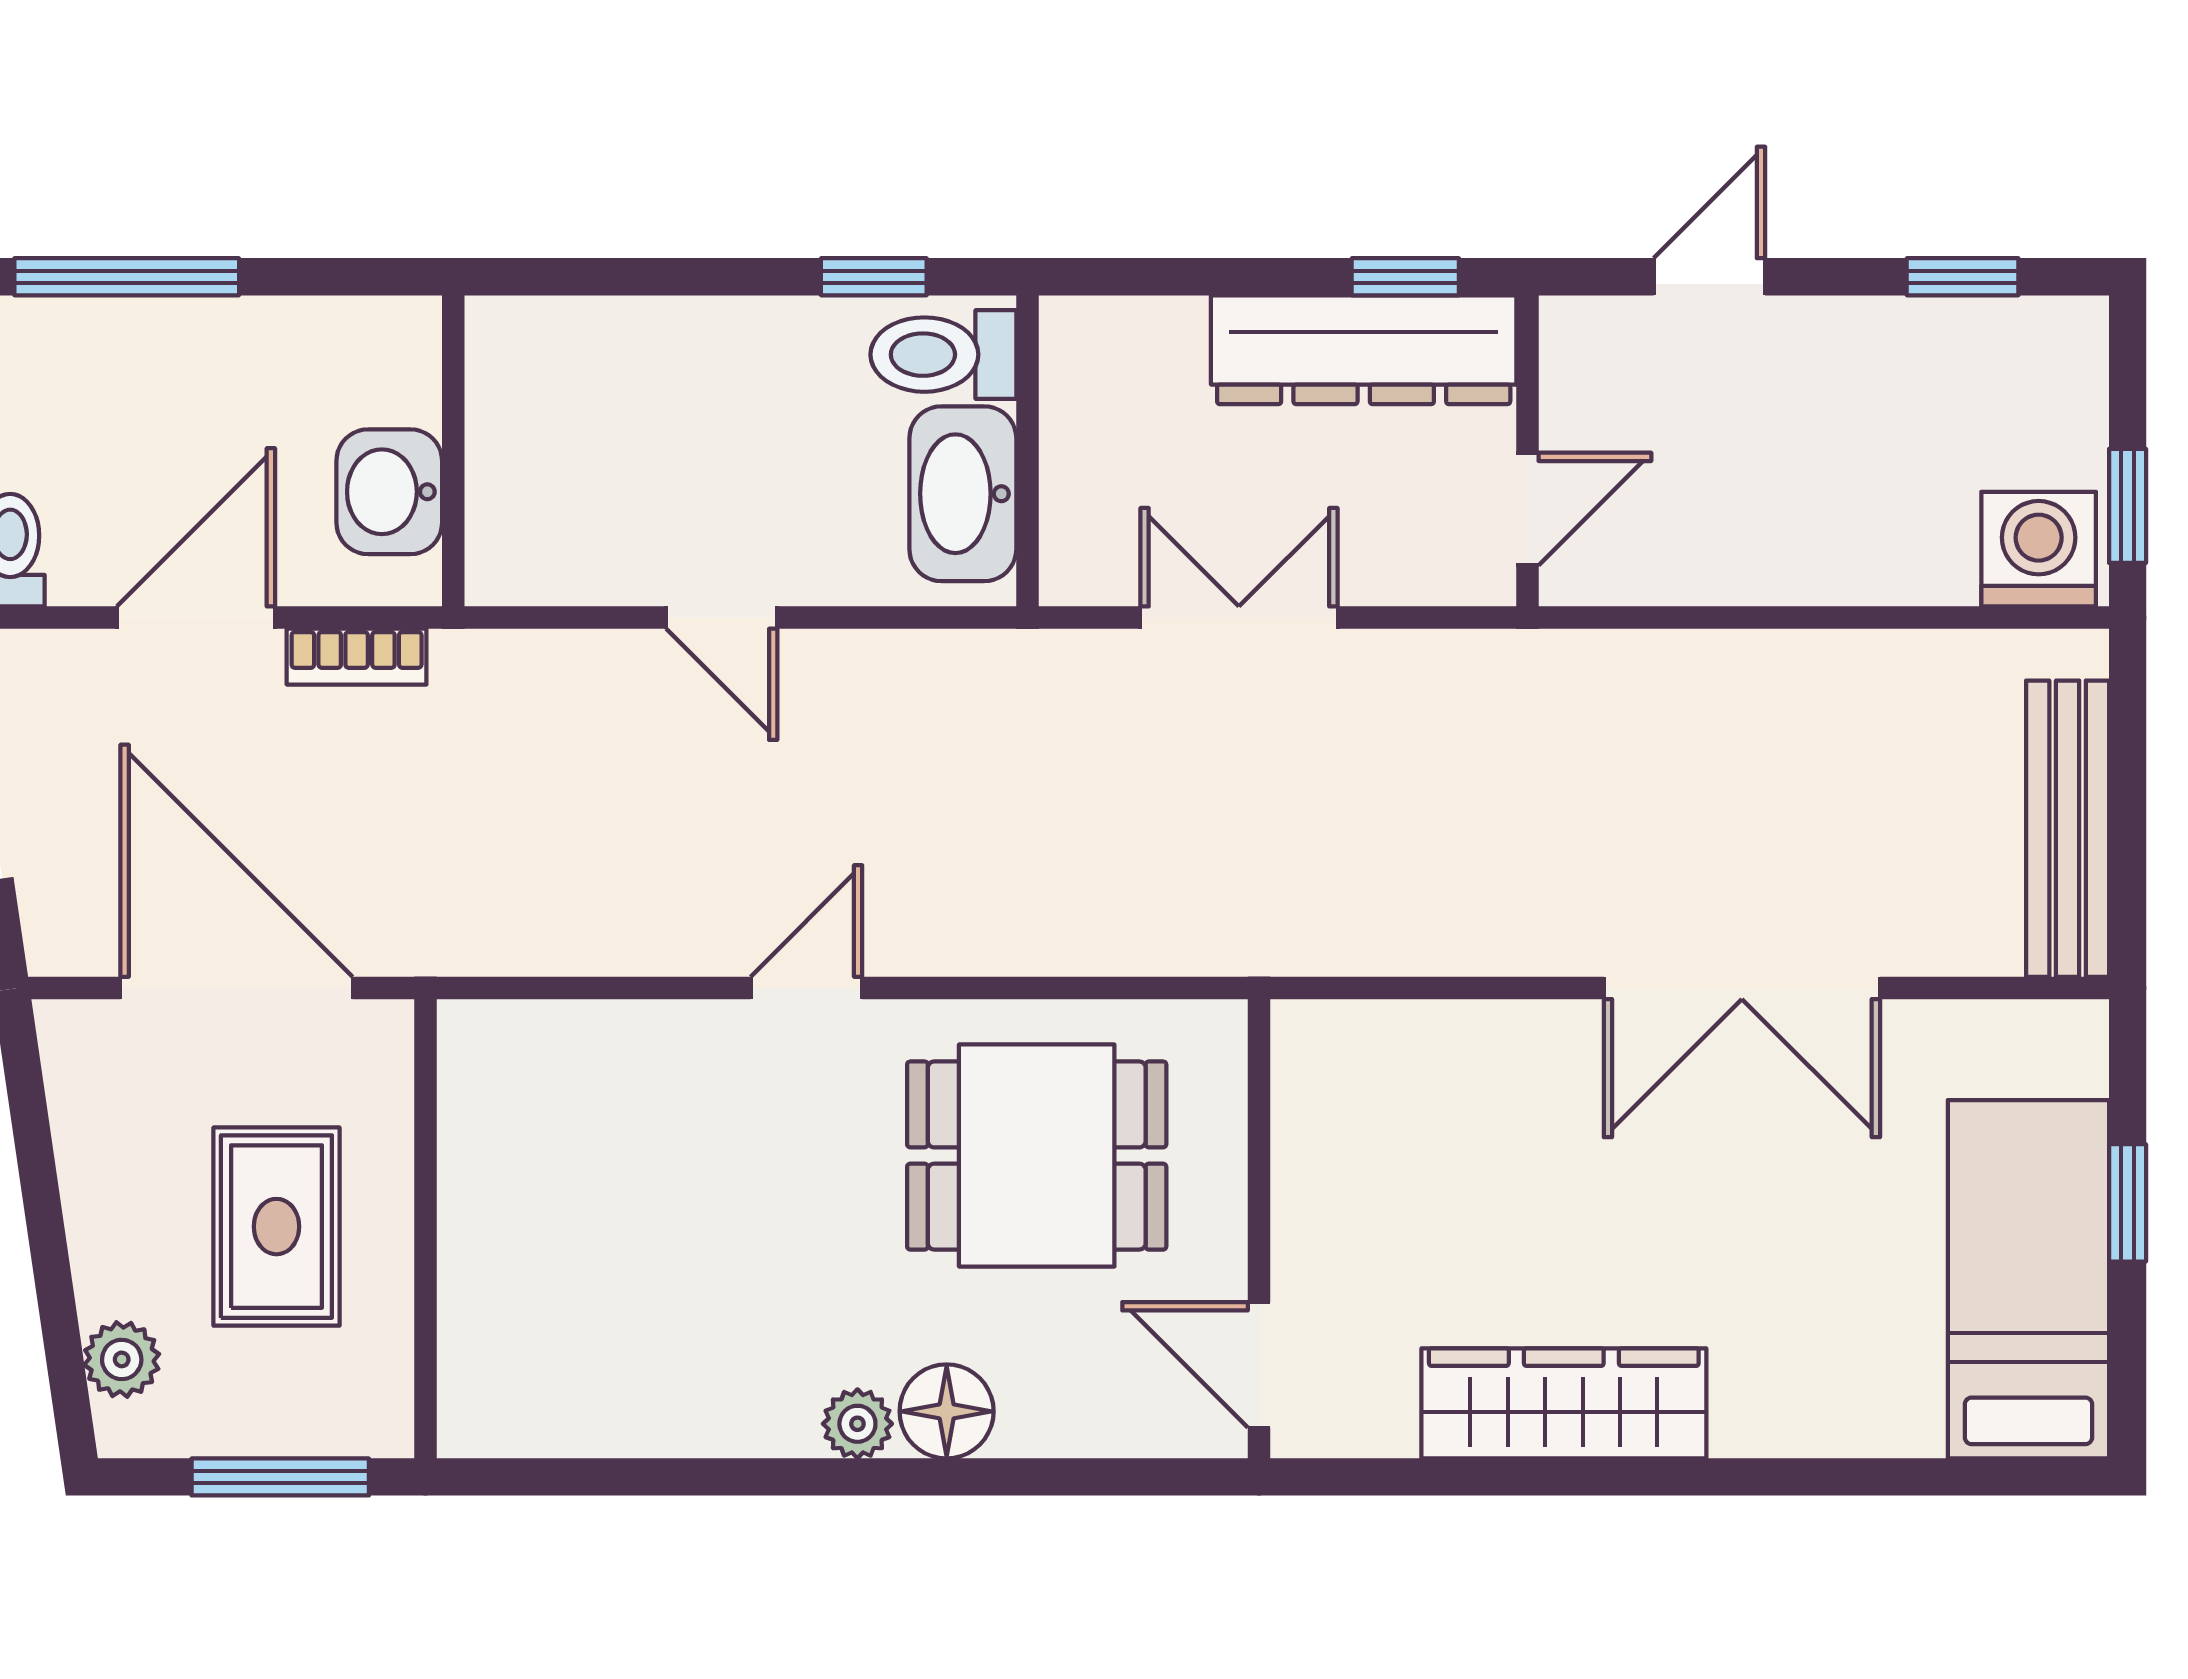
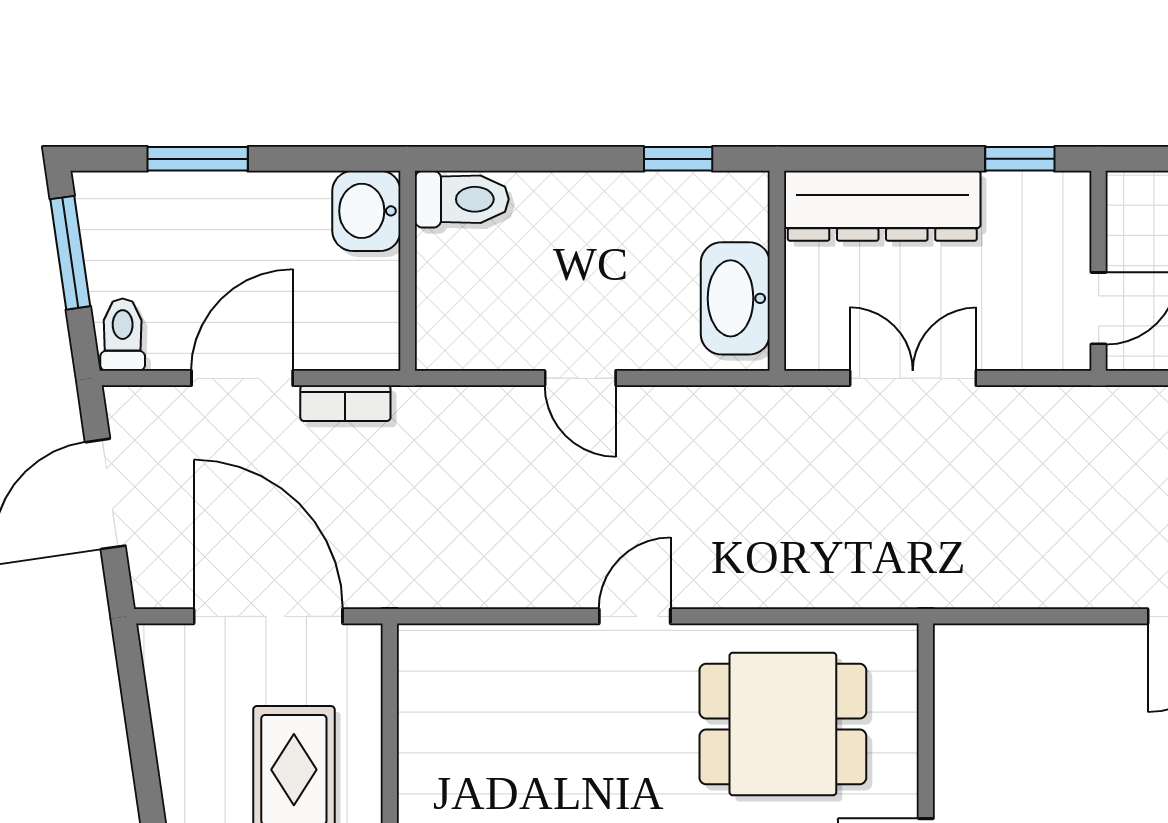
window: (127, 277) -> (198, 159), width x0.69
dresser: (1364, 350) -> (882, 206), moved
toilet: (943, 355) -> (462, 199), moved, turned 180
washbasin: (389, 492) -> (366, 211), moved

